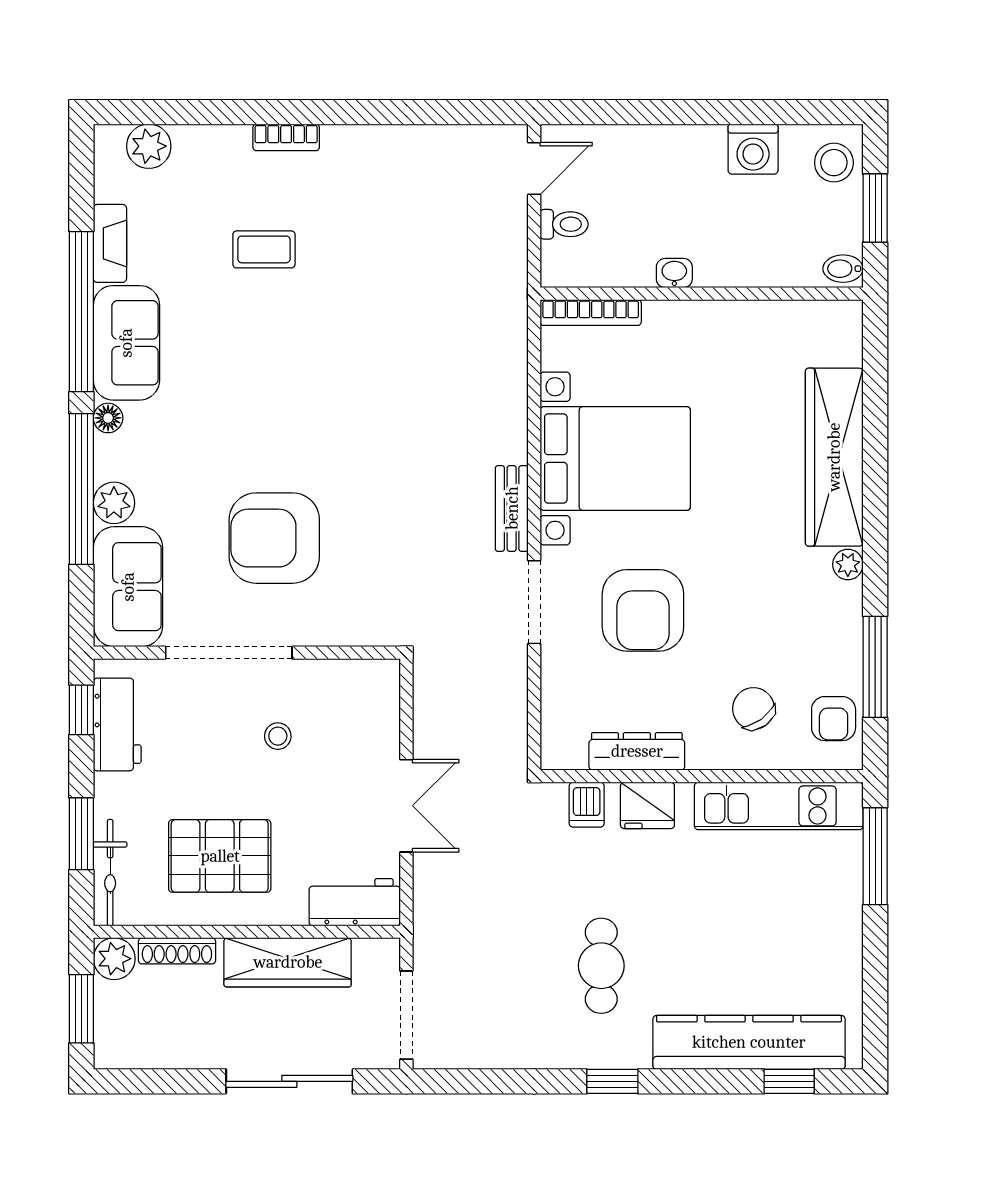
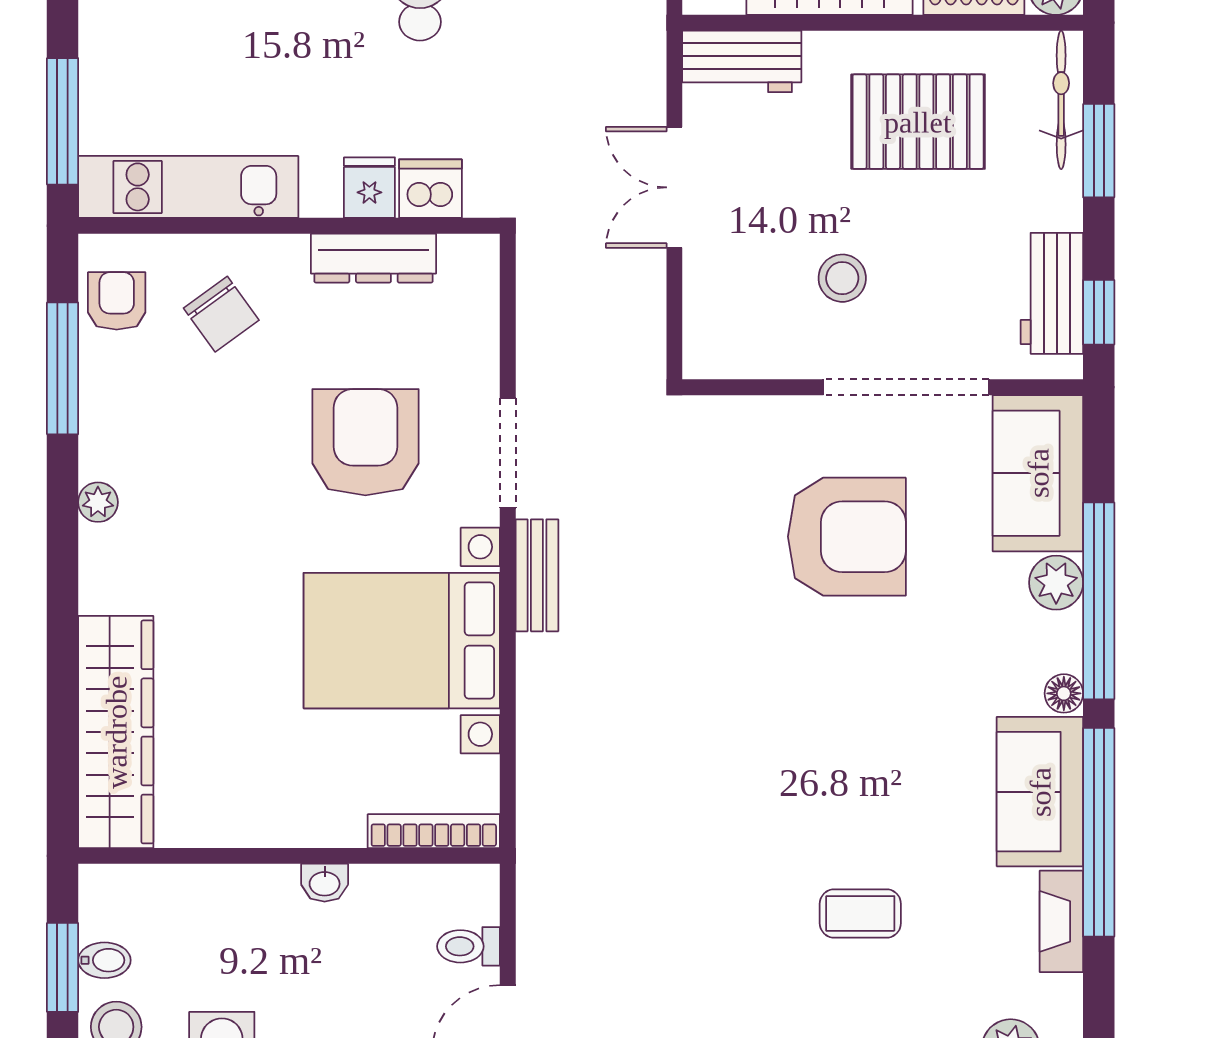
bidet: (843, 269) -> (104, 960), moved
wardrobe: (834, 457) -> (116, 732), moved
stool: (278, 736) -> (842, 278), width x1.37, depth x1.37
dishwasher: (587, 805) -> (430, 189), width x1.38
fridge: (647, 805) -> (369, 188), width x0.72

